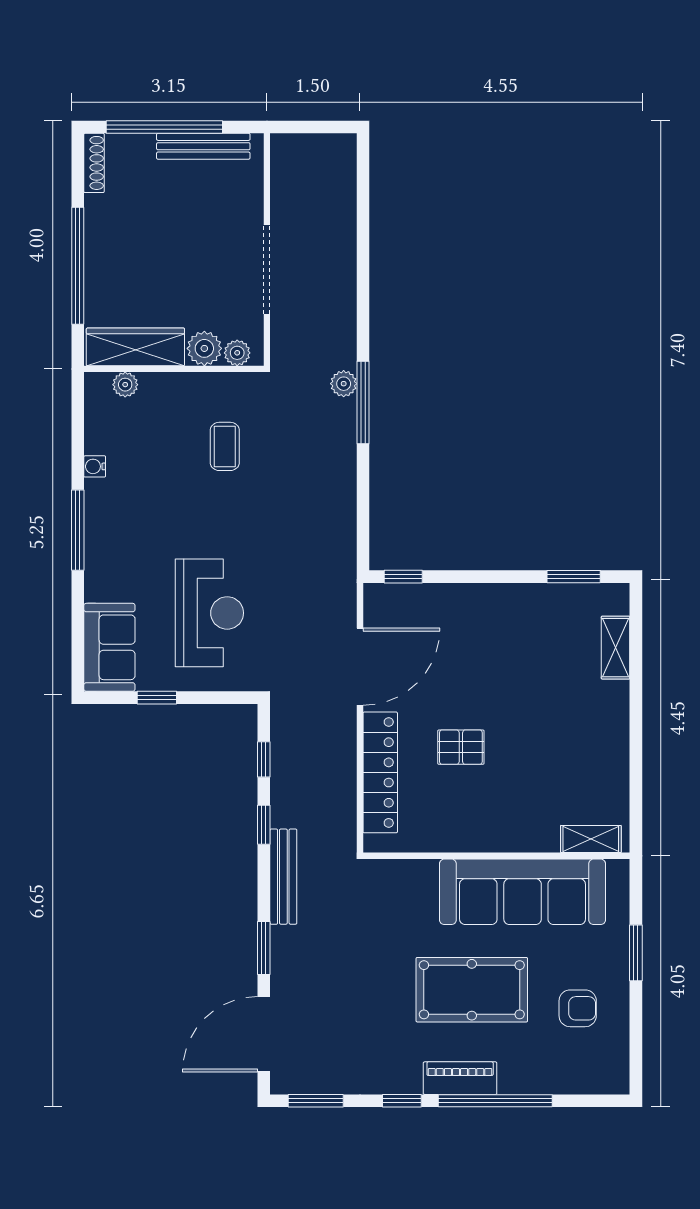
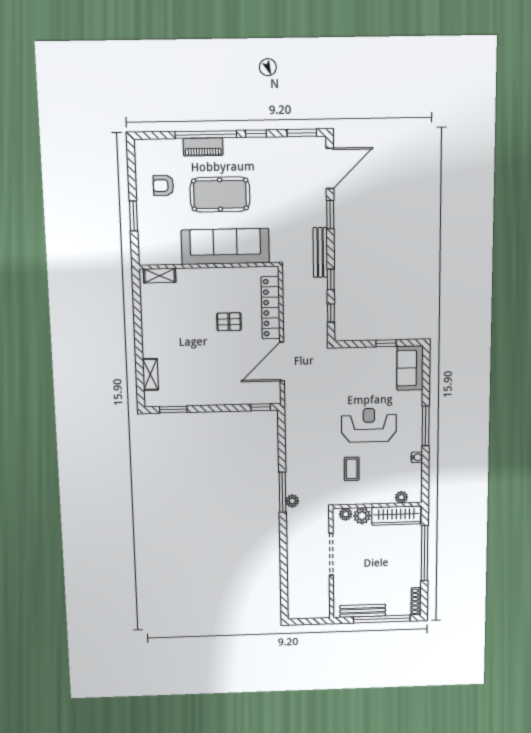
reception desk: (209, 613) -> (369, 425), moved, turned 90
sofa: (523, 892) -> (225, 246), moved
piano: (460, 1078) -> (203, 147), moved

